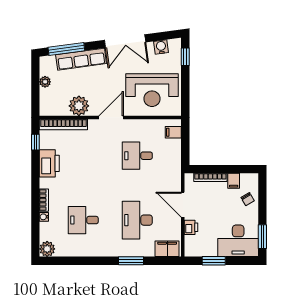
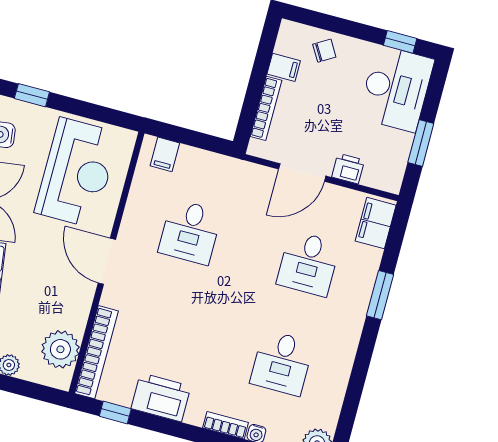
plant: (79, 106) -> (60, 349), moved
desk: (137, 220) -> (308, 264), width x0.73
window: (262, 237) -> (400, 42), width x0.67

